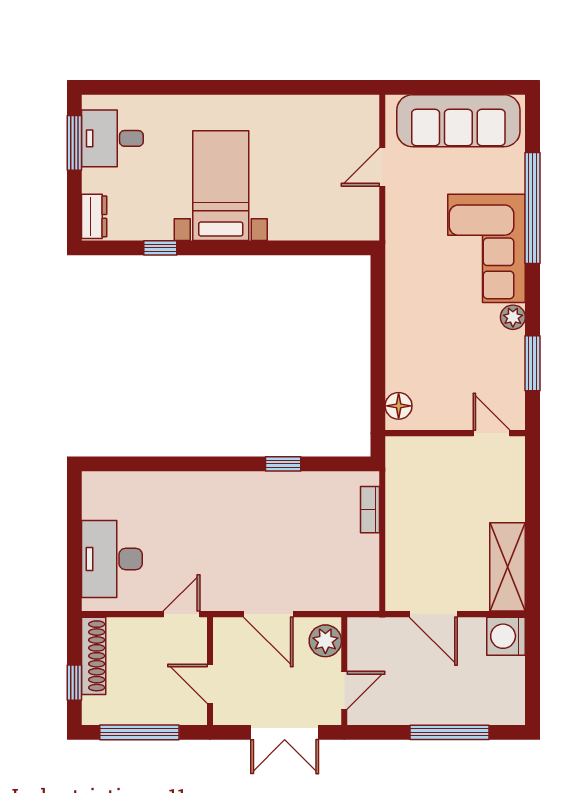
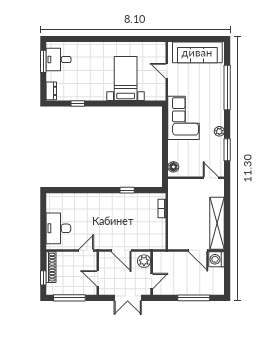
door: (382, 167) -> (167, 71), hinge flipped
bed with nightstands: (221, 186) -> (126, 78), moved
corner sofa: (487, 248) -> (184, 118), moved, turned 180
shelving: (508, 567) -> (217, 223), width x1.47
door: (433, 614) -> (198, 250), moved

